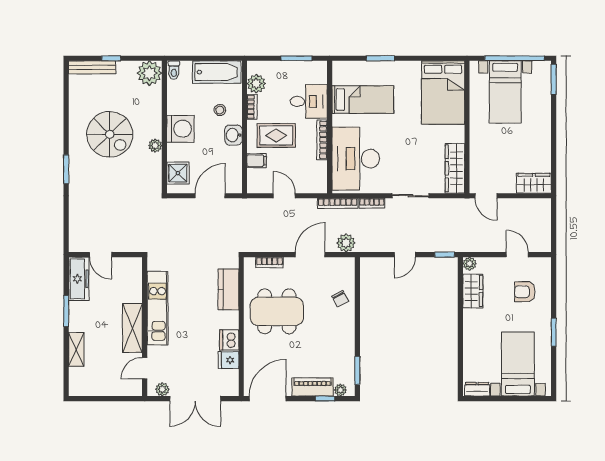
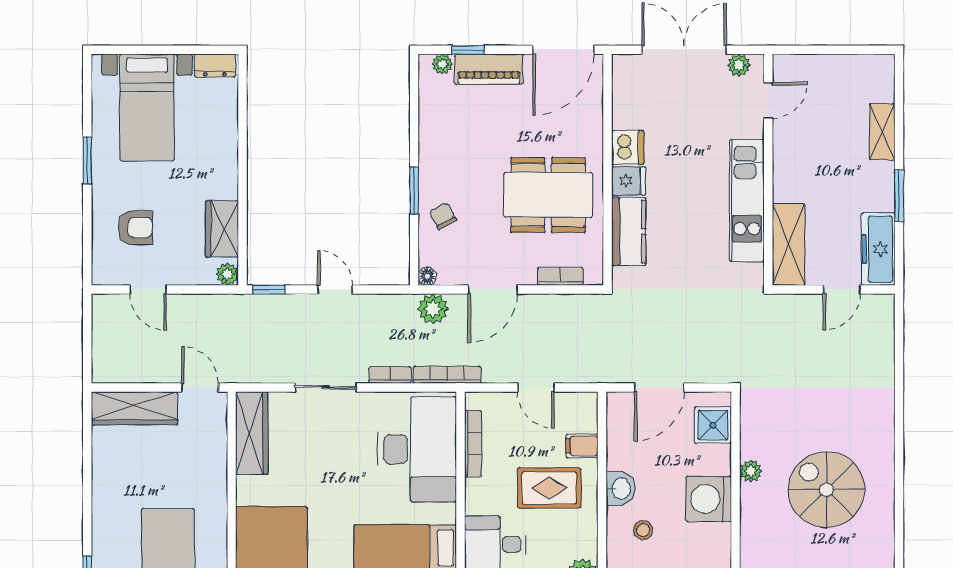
bookcase: (252, 107) -> (590, 536), removed
bookcase: (322, 140) -> (473, 444), moved
window: (66, 169) -> (899, 432), removed
wardrobe: (534, 183) -> (134, 408), width x1.50
door: (101, 255) -> (842, 289), swing flipped
door: (405, 255) -> (335, 289), hinge flipped
floor lamp: (349, 263) -> (427, 276), added
shelving: (132, 328) -> (789, 245), moved
fridge: (229, 360) -> (629, 181), moved
window: (357, 370) -> (414, 190), moved

